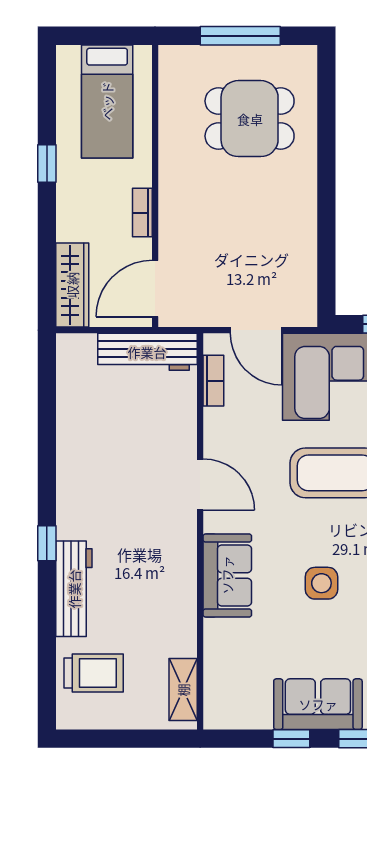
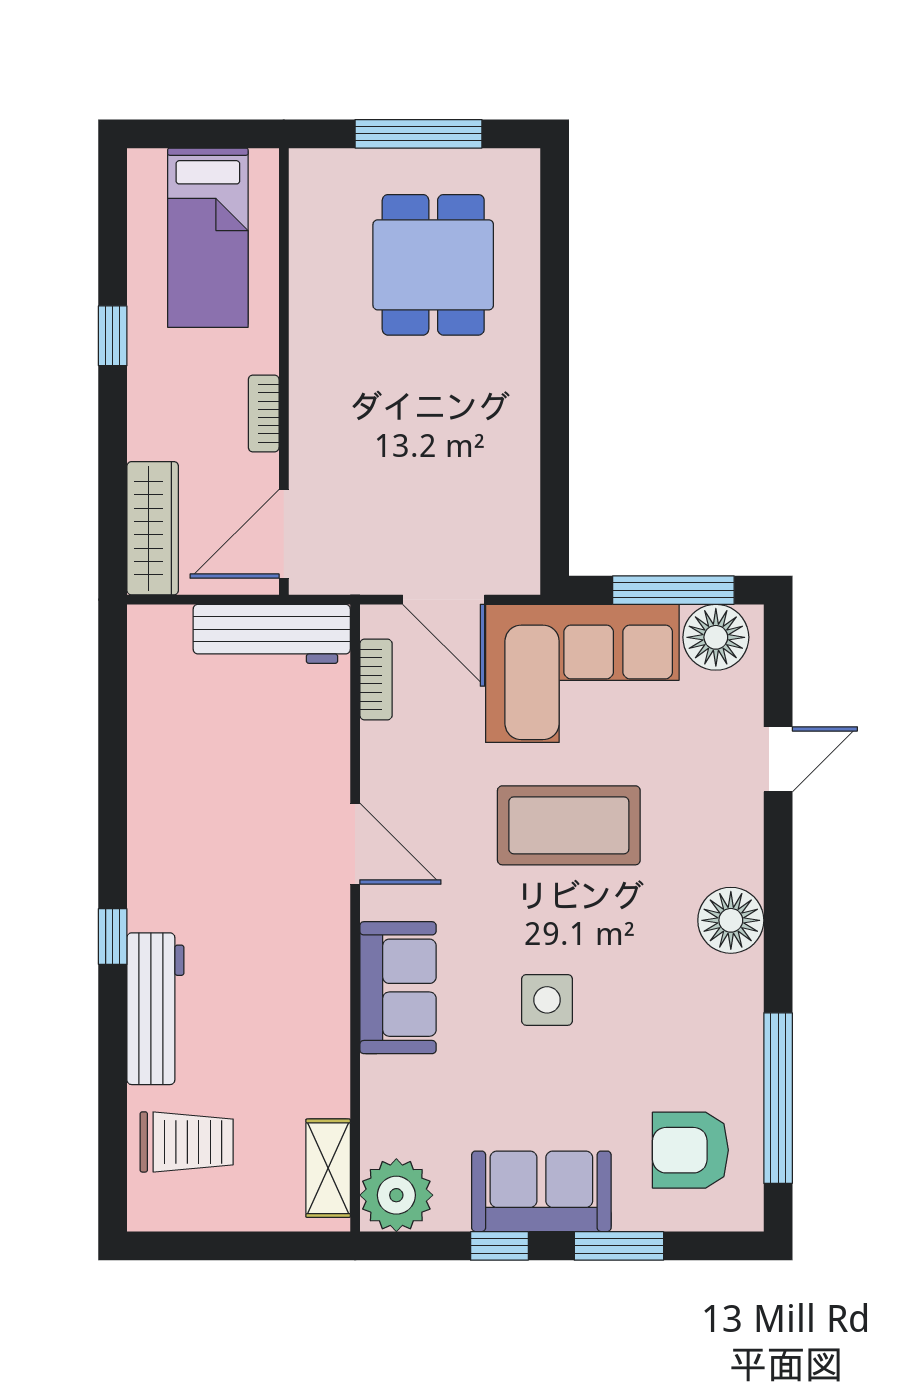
dining table: (250, 119) -> (433, 265), turned 90
plant: (226, 707) -> (396, 1195), added

